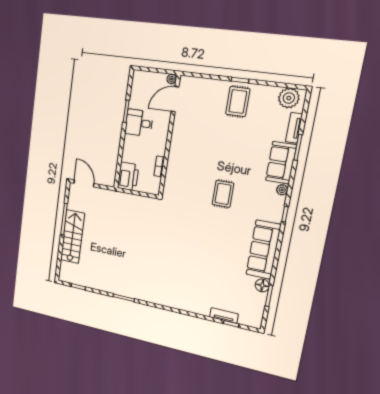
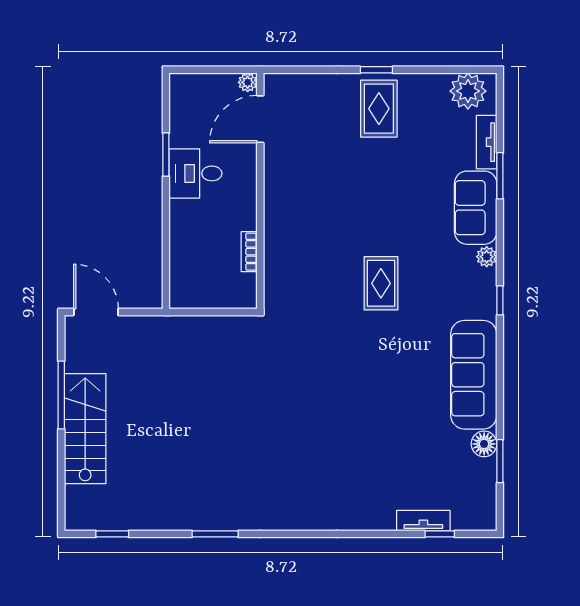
printer: (128, 176) -> (188, 282), removed

